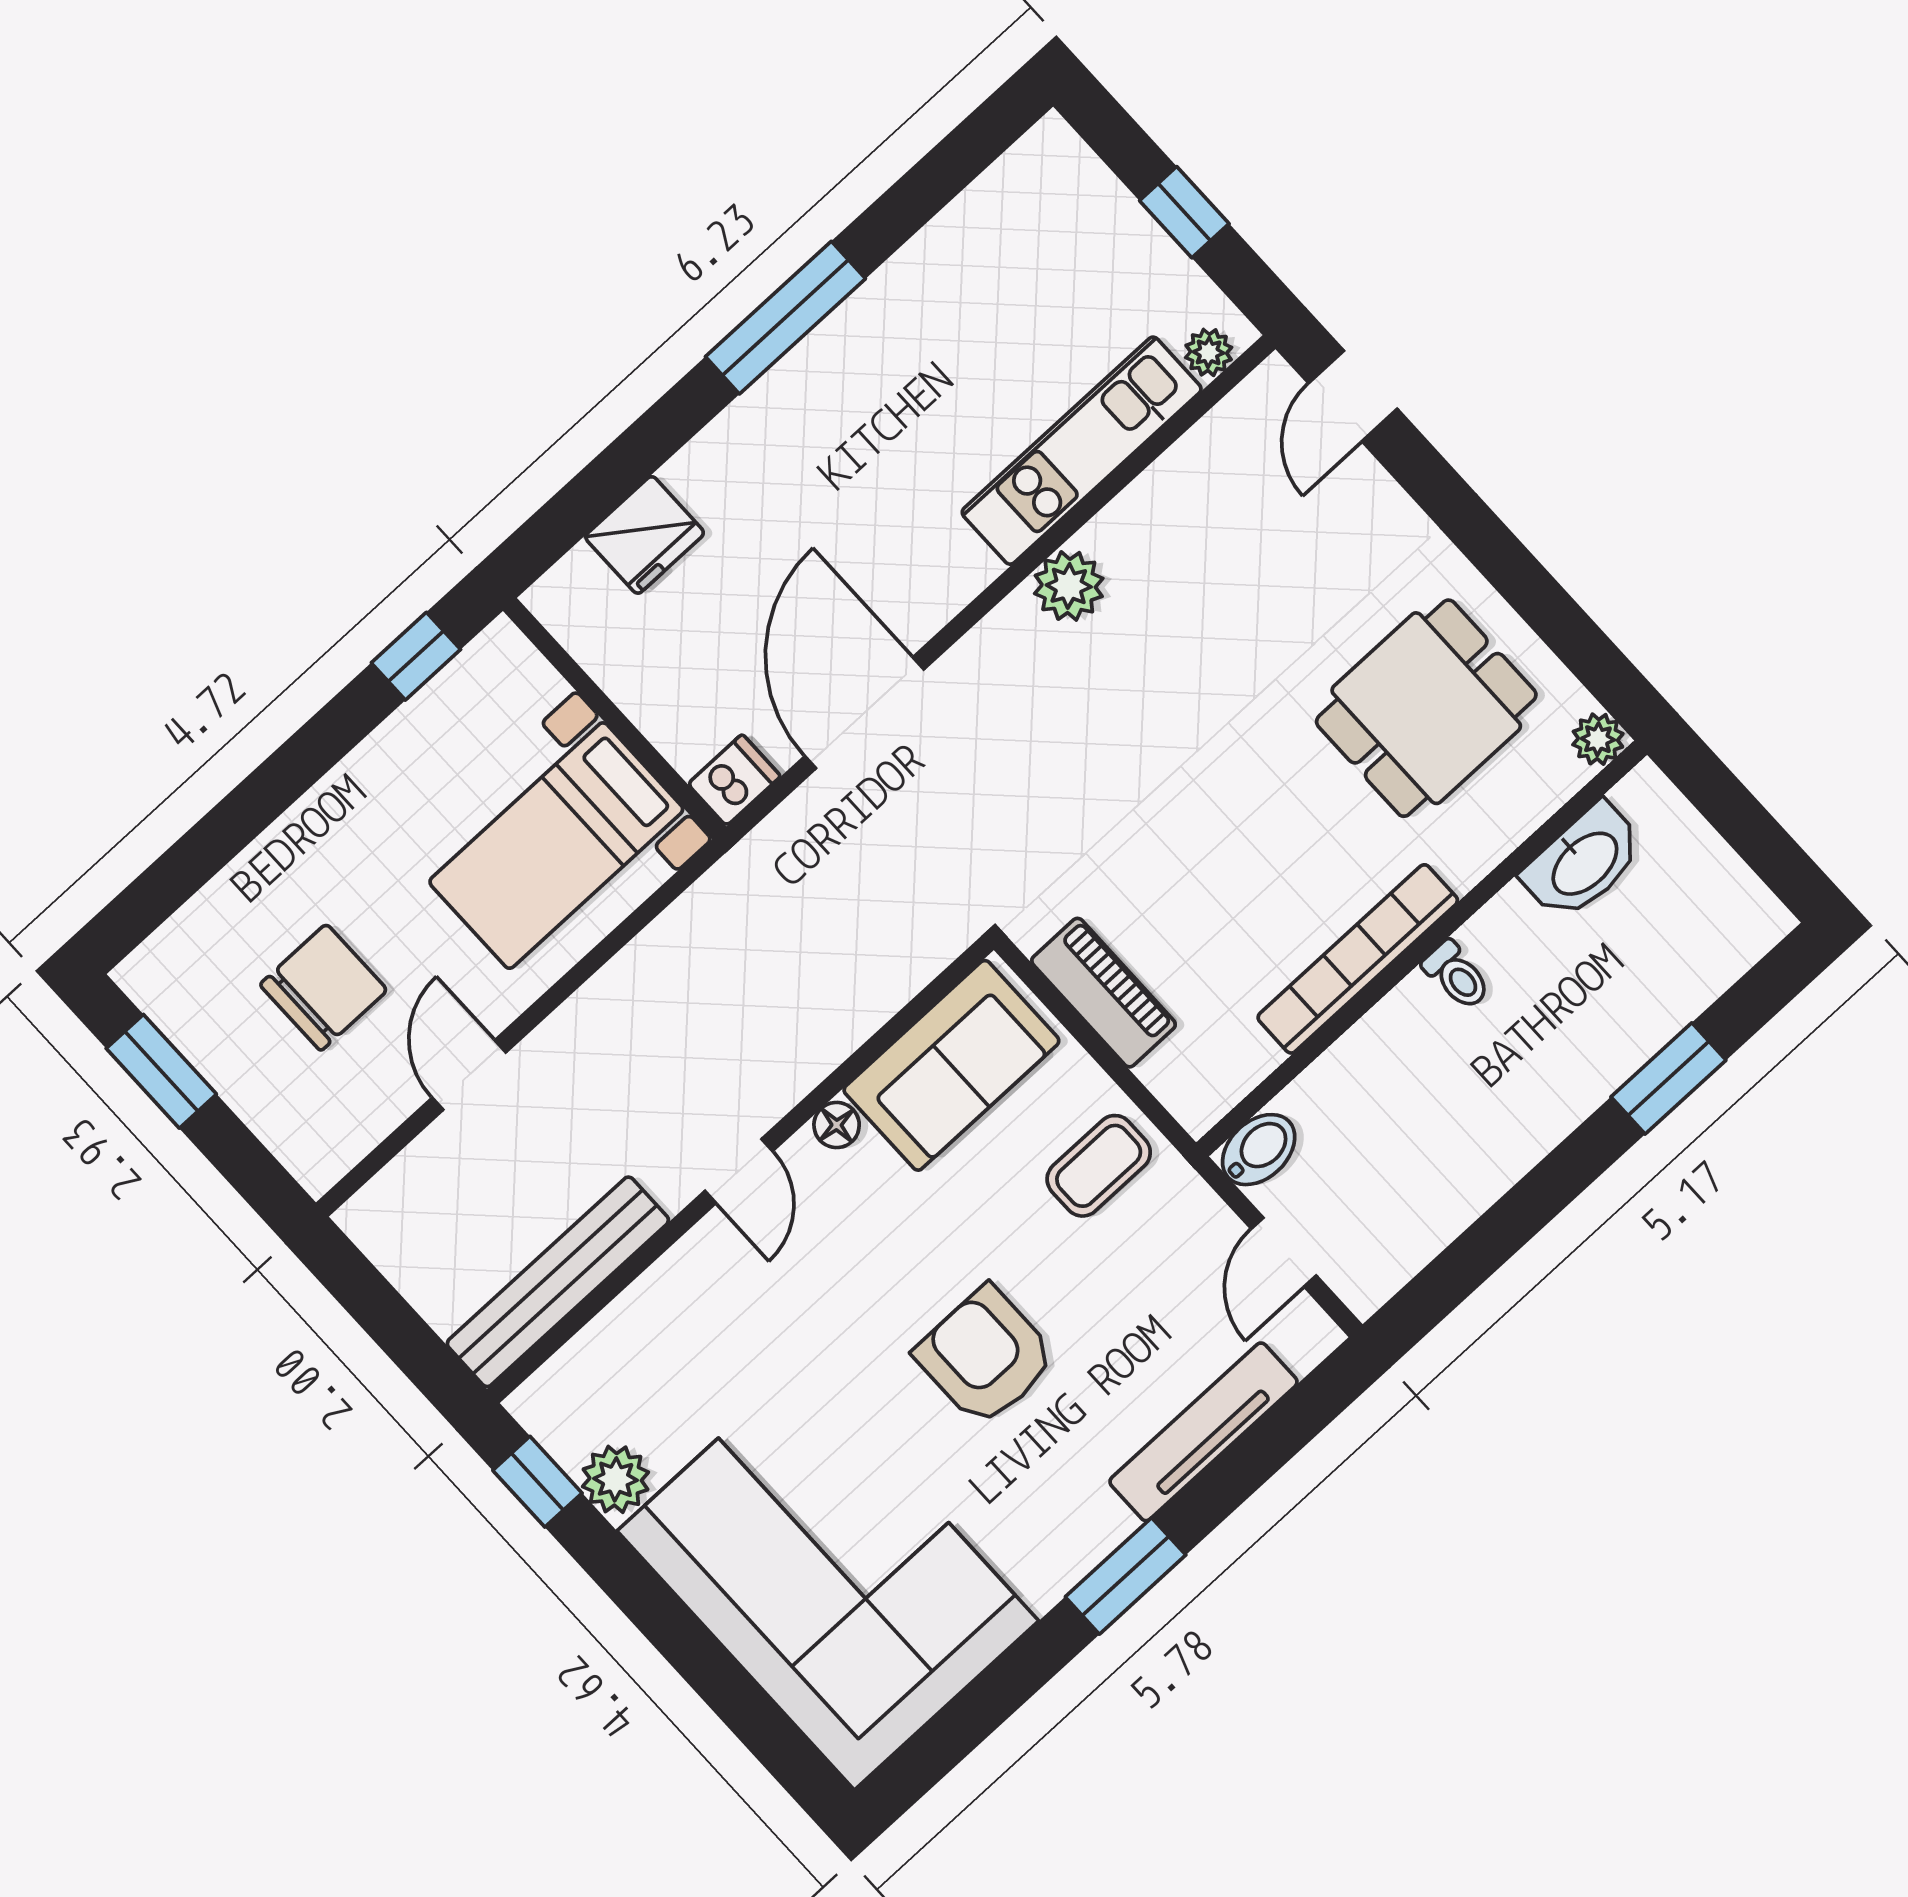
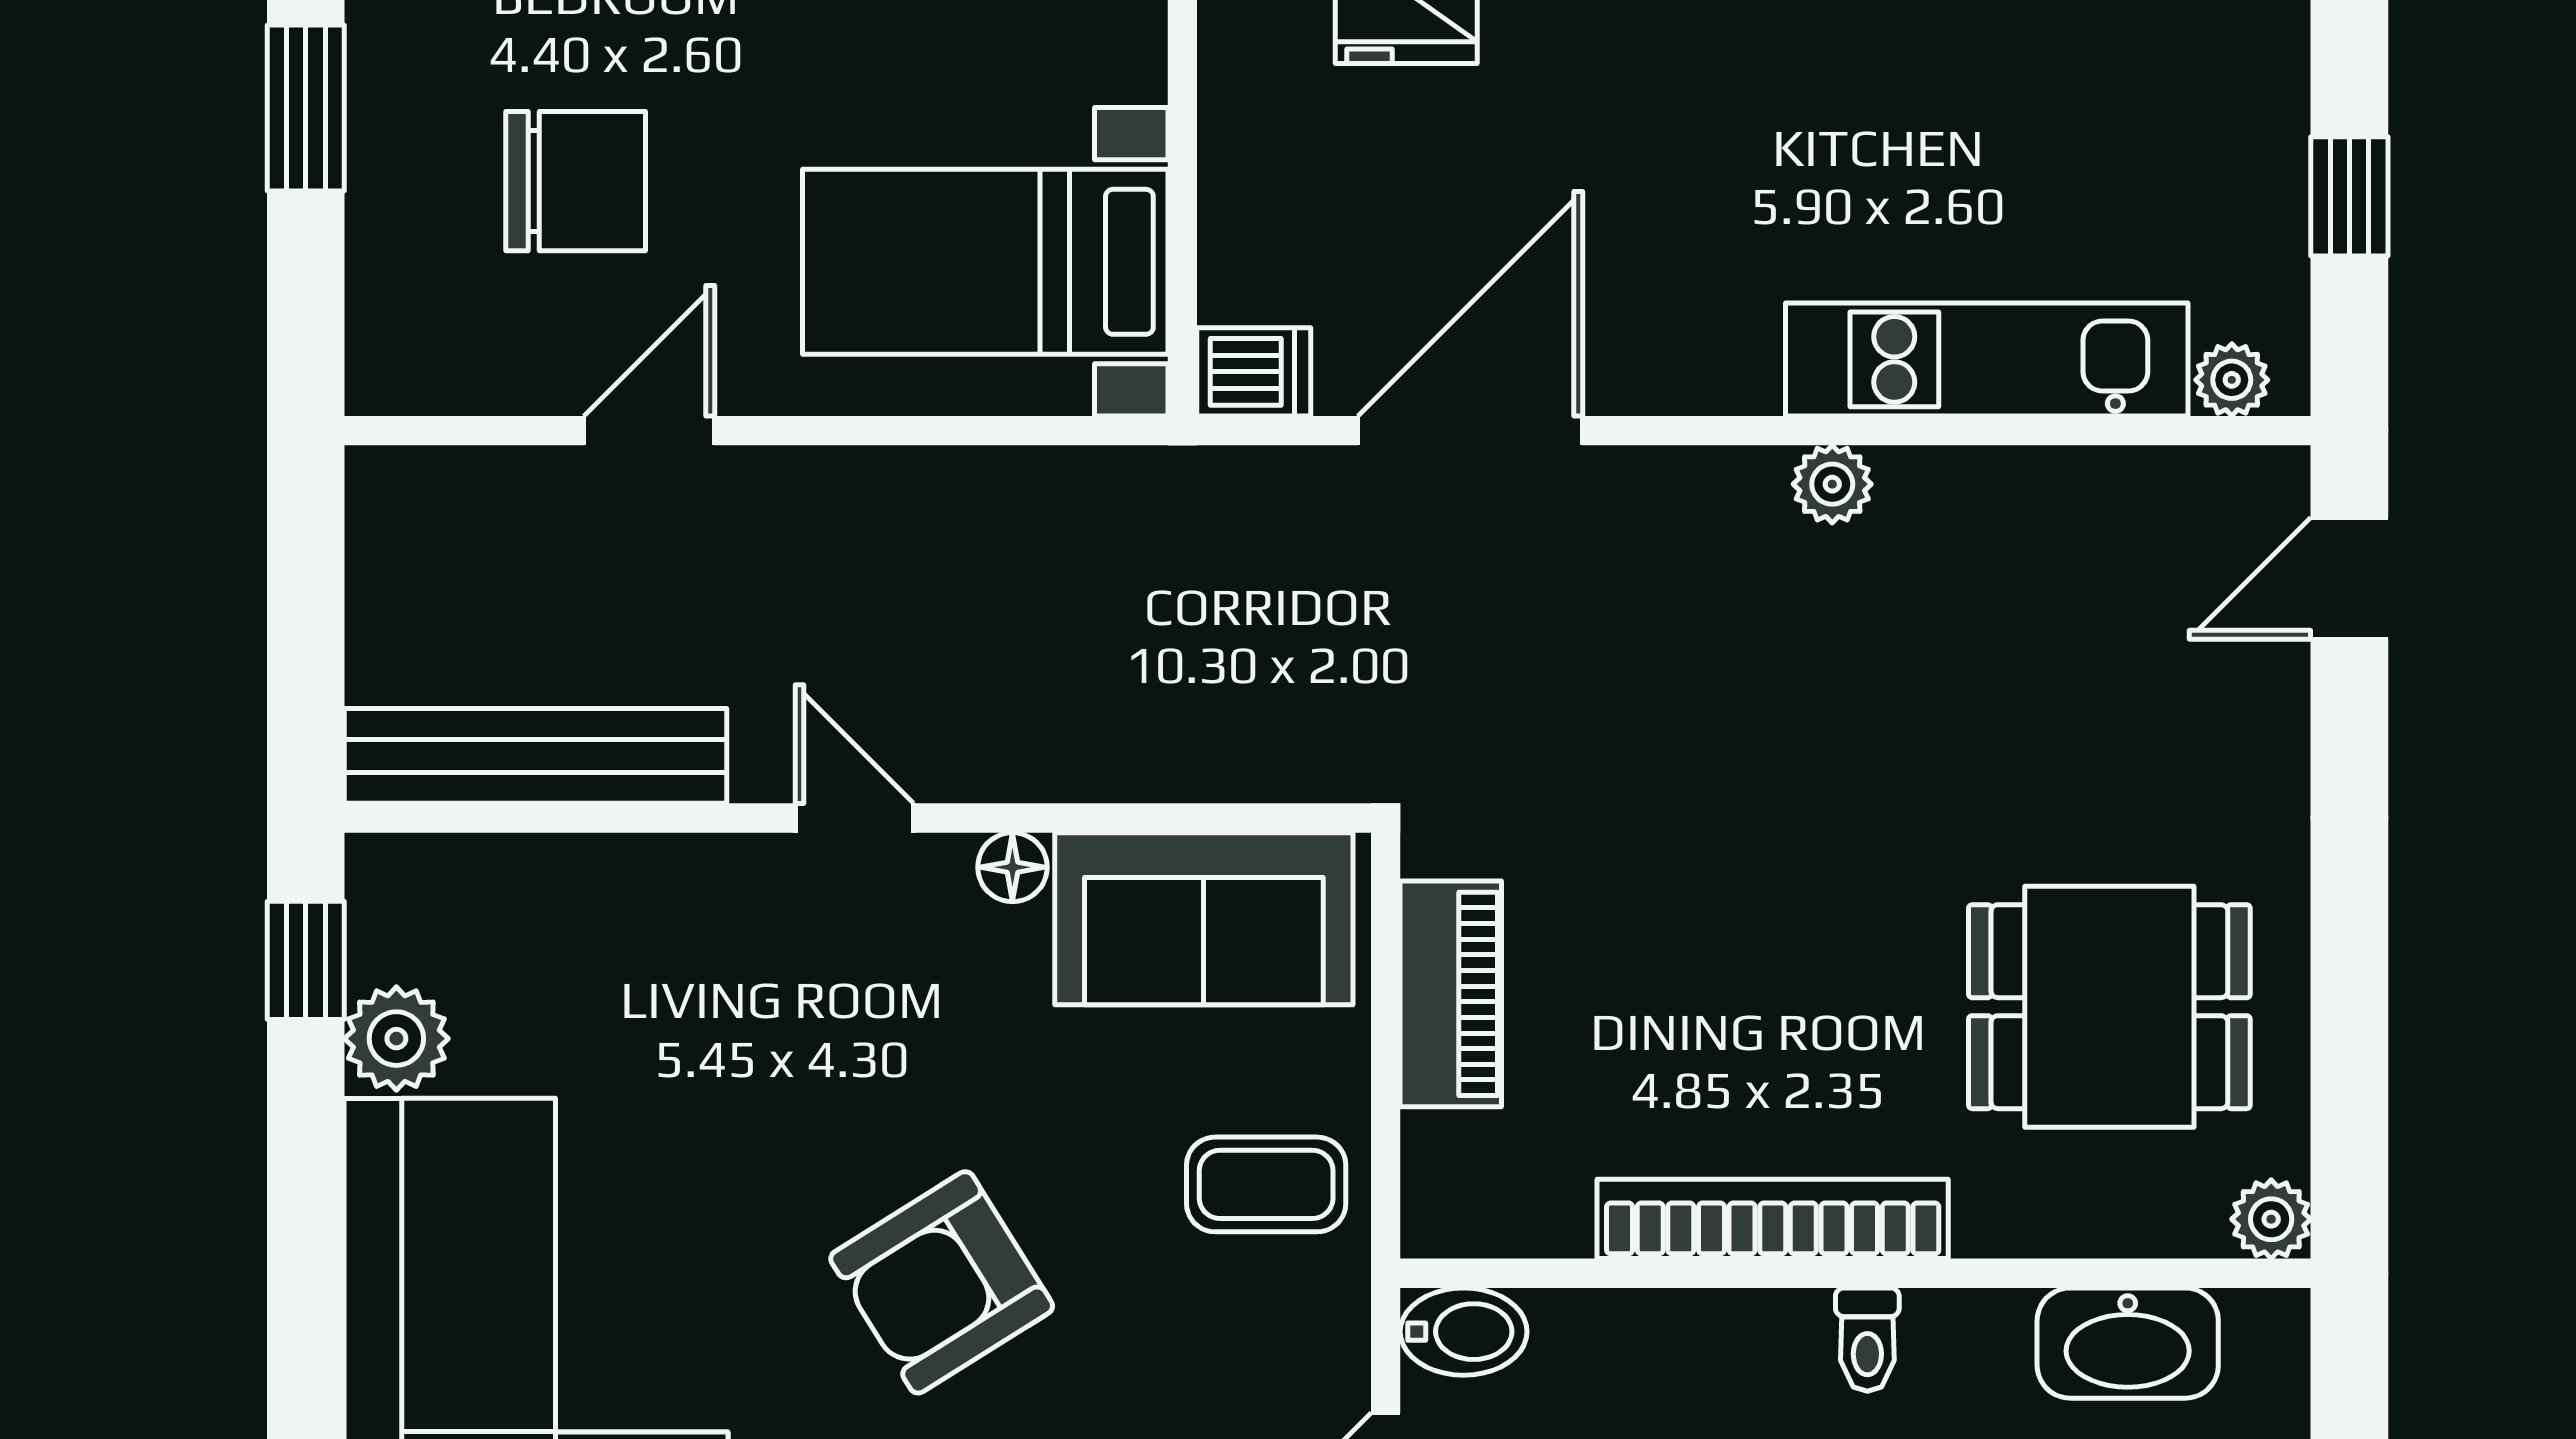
plant: (1069, 586) -> (1832, 484), width x0.73, depth x0.73
door: (739, 1171) -> (854, 818), swing flipped
armchair: (986, 1356) -> (942, 1282), turned -122

